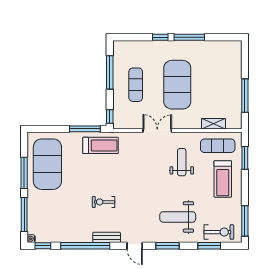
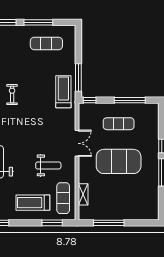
treadmill: (100, 145) -> (63, 92), turned 180
exercise mat: (47, 164) -> (46, 43), width x0.50, depth x0.69

